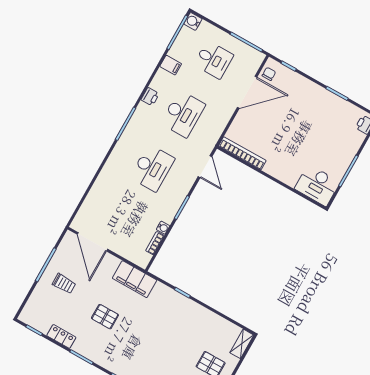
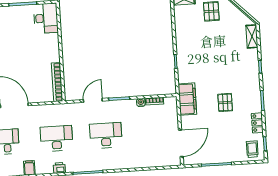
door: (205, 167) -> (93, 100), moved
trolley: (64, 284) -> (252, 149), moved

